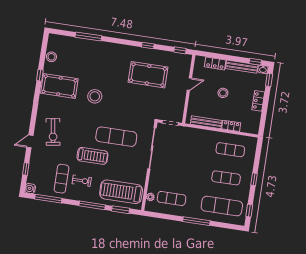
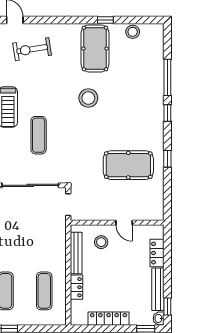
window: (180, 50) -> (167, 113), moved
pool table: (148, 75) -> (128, 165), turned 90
stool: (223, 93) -> (101, 242), moved
locker: (258, 101) -> (109, 319), width x1.53
exercise mat: (116, 137) -> (39, 135), width x0.73, depth x0.69

